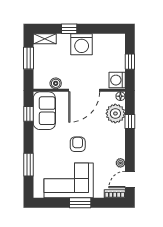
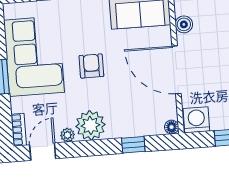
plant: (115, 113) -> (90, 125), moved
armchair: (78, 144) -> (91, 66), turned -90
door: (130, 180) -> (43, 152), hinge flipped

